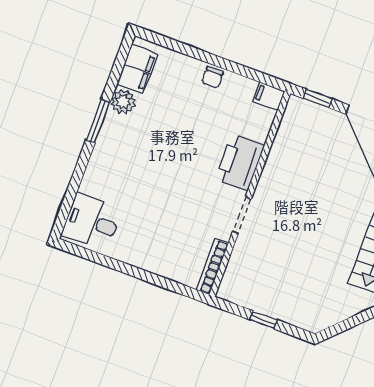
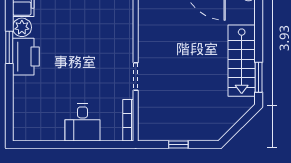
printer: (240, 162) -> (26, 57), moved, turned 180
desk: (92, 222) -> (83, 122), moved, turned -90

